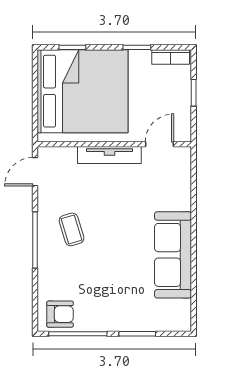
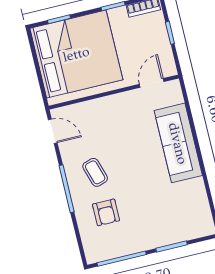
tv unit: (109, 155) -> (112, 102), removed
door: (35, 172) -> (53, 131), swing flipped
sofa: (173, 255) -> (178, 143), moved
armchair: (60, 314) -> (106, 212), moved, turned 90

